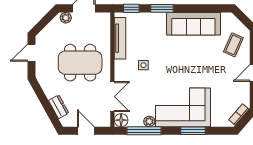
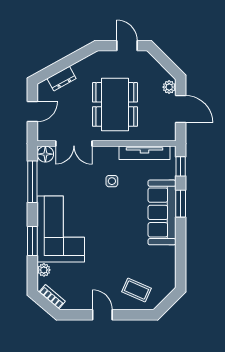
sofa: (193, 24) -> (162, 212), moved
plant: (149, 121) -> (44, 270), moved

